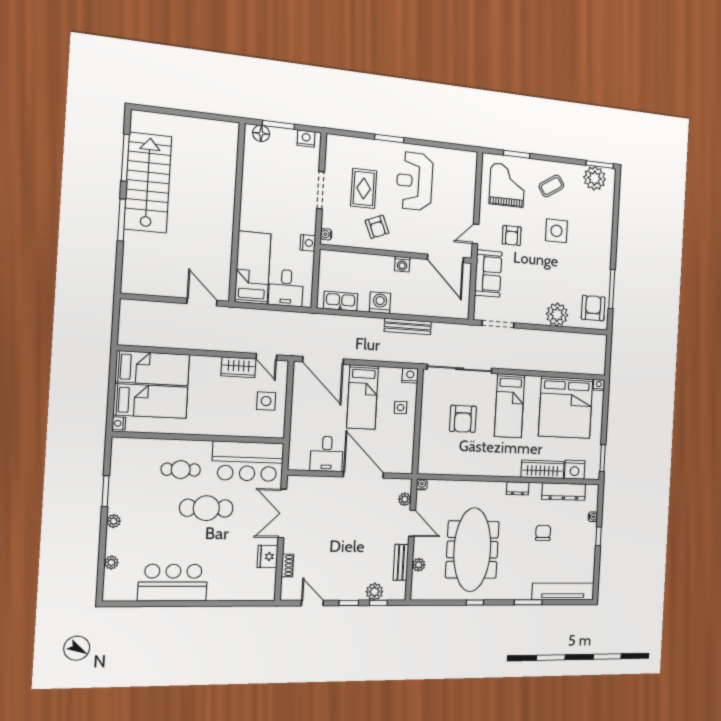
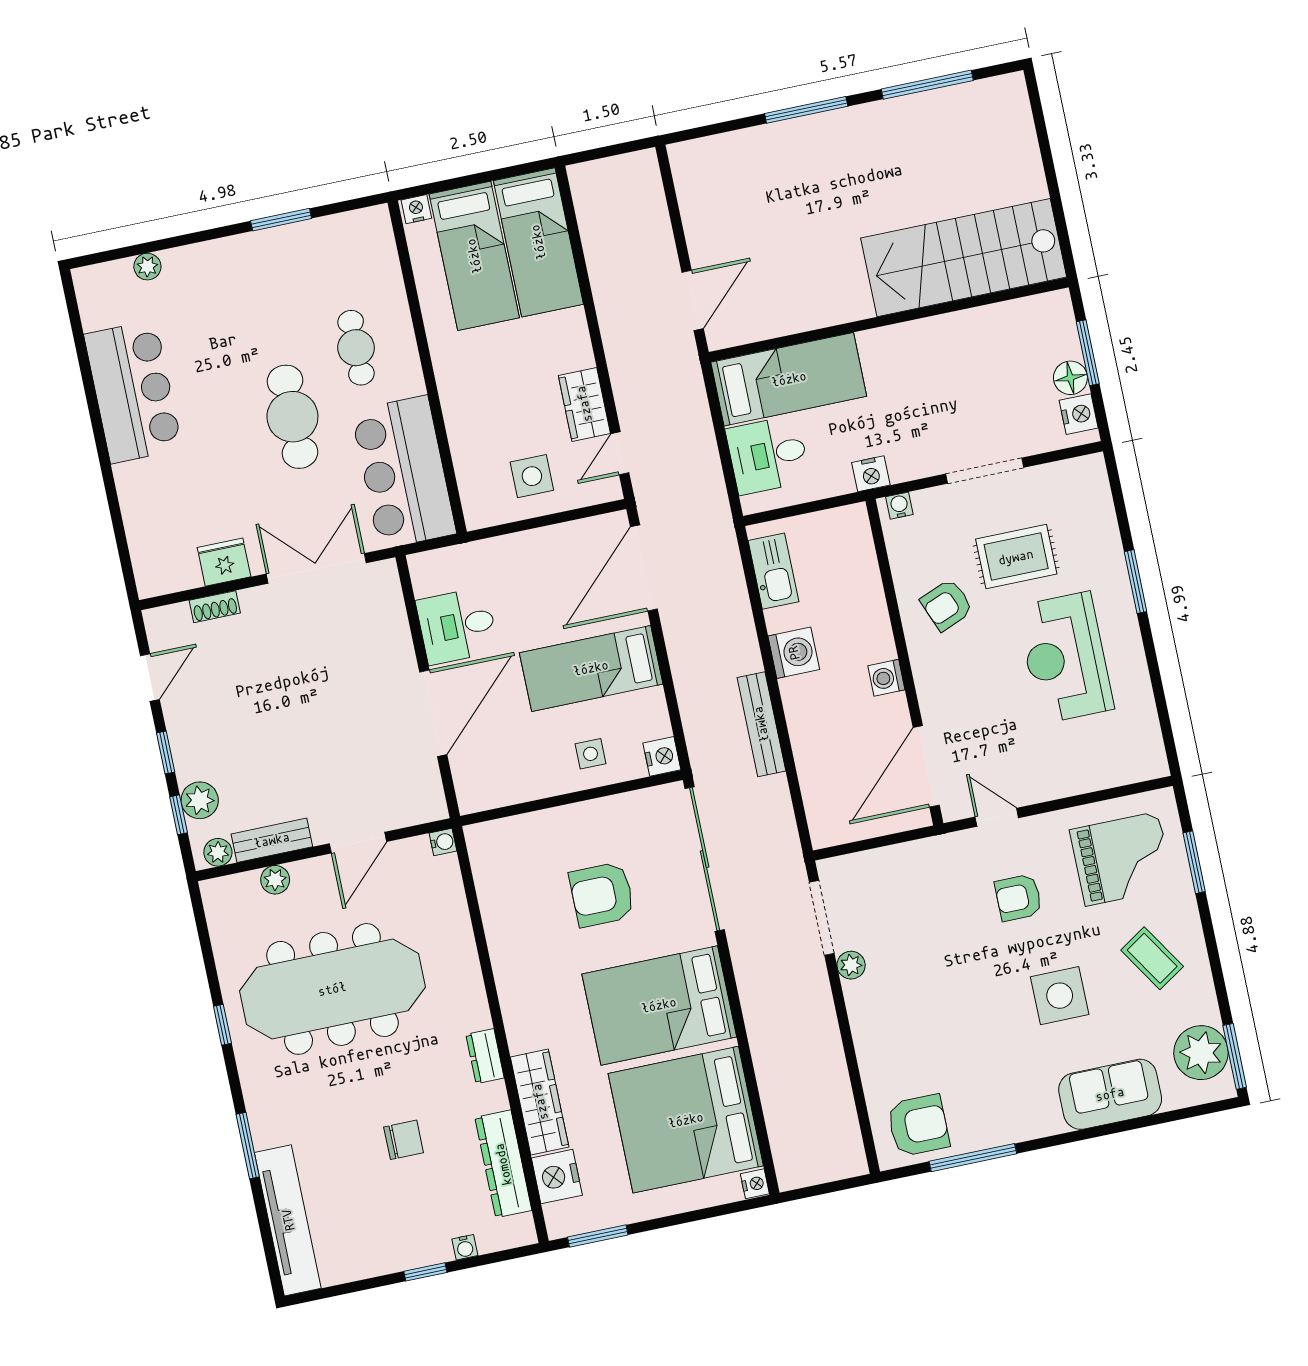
floor lamp: (261, 133) -> (1070, 378), moved
reception desk: (415, 181) -> (1065, 658), turned -90
stairs: (148, 183) -> (964, 258), moved, turned 180
sofa: (488, 273) -> (1110, 1094), moved, turned 180
plant: (557, 315) -> (851, 965), moved, width x0.53, depth x0.53
bed: (510, 406) -> (659, 1005), width x1.50
plant: (405, 499) -> (218, 852), moved
plant: (114, 521) -> (227, 250), removed

